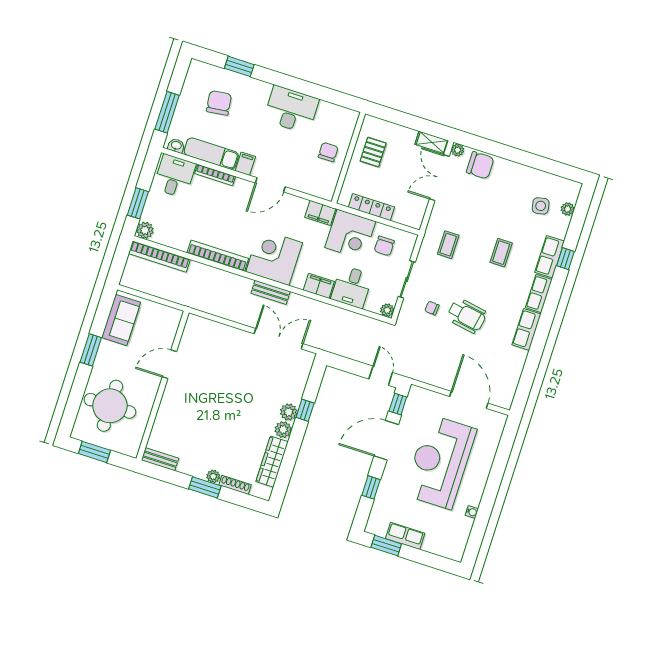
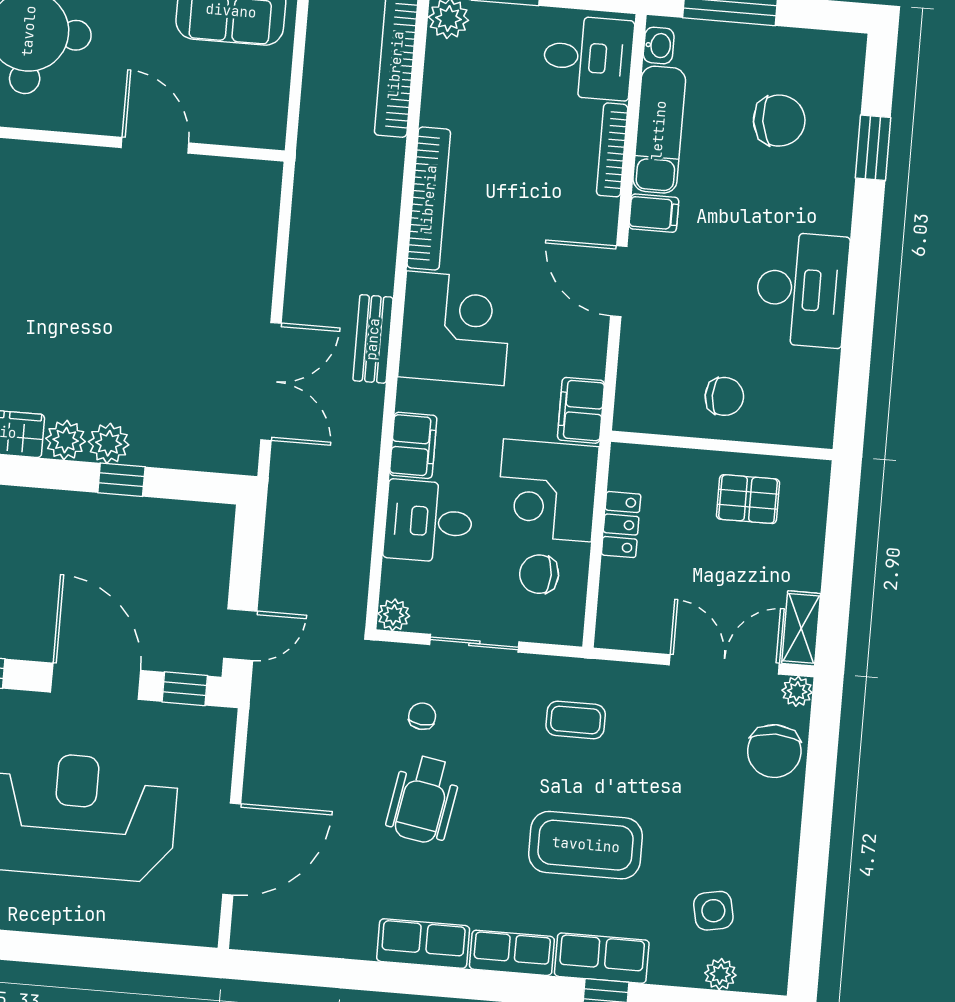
locker: (371, 207) -> (621, 525), width x0.66
coffee table: (501, 253) -> (586, 845), width x1.86, depth x1.72

